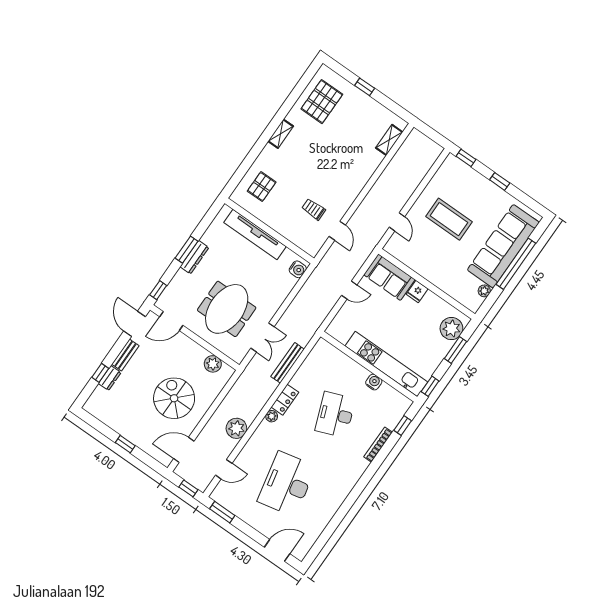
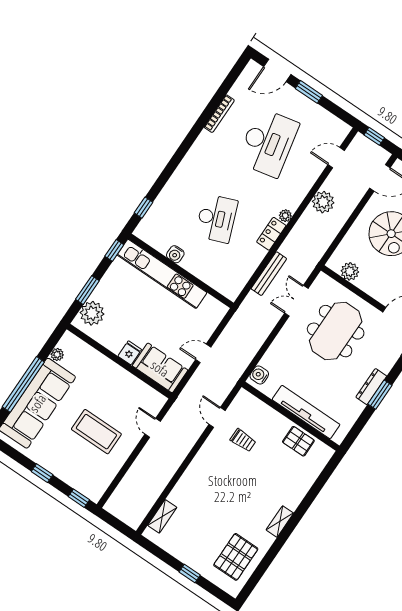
pallet: (262, 187) -> (298, 441), moved, turned 90
bookcase: (378, 445) -> (219, 114), moved
window: (222, 512) -> (309, 92), moved

